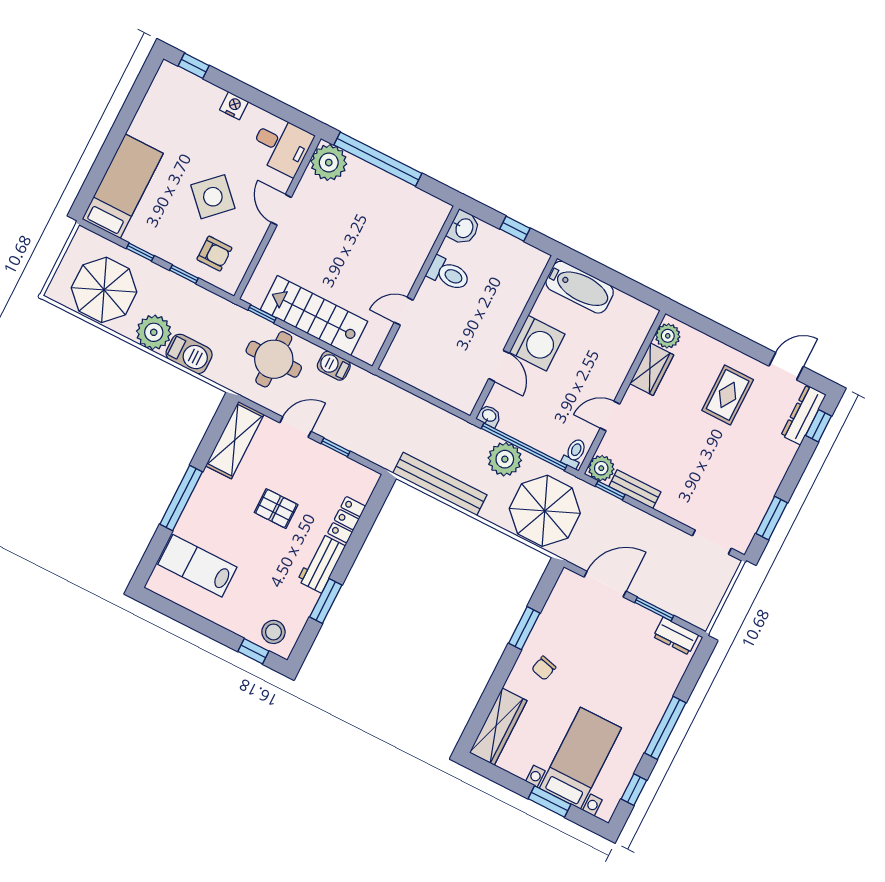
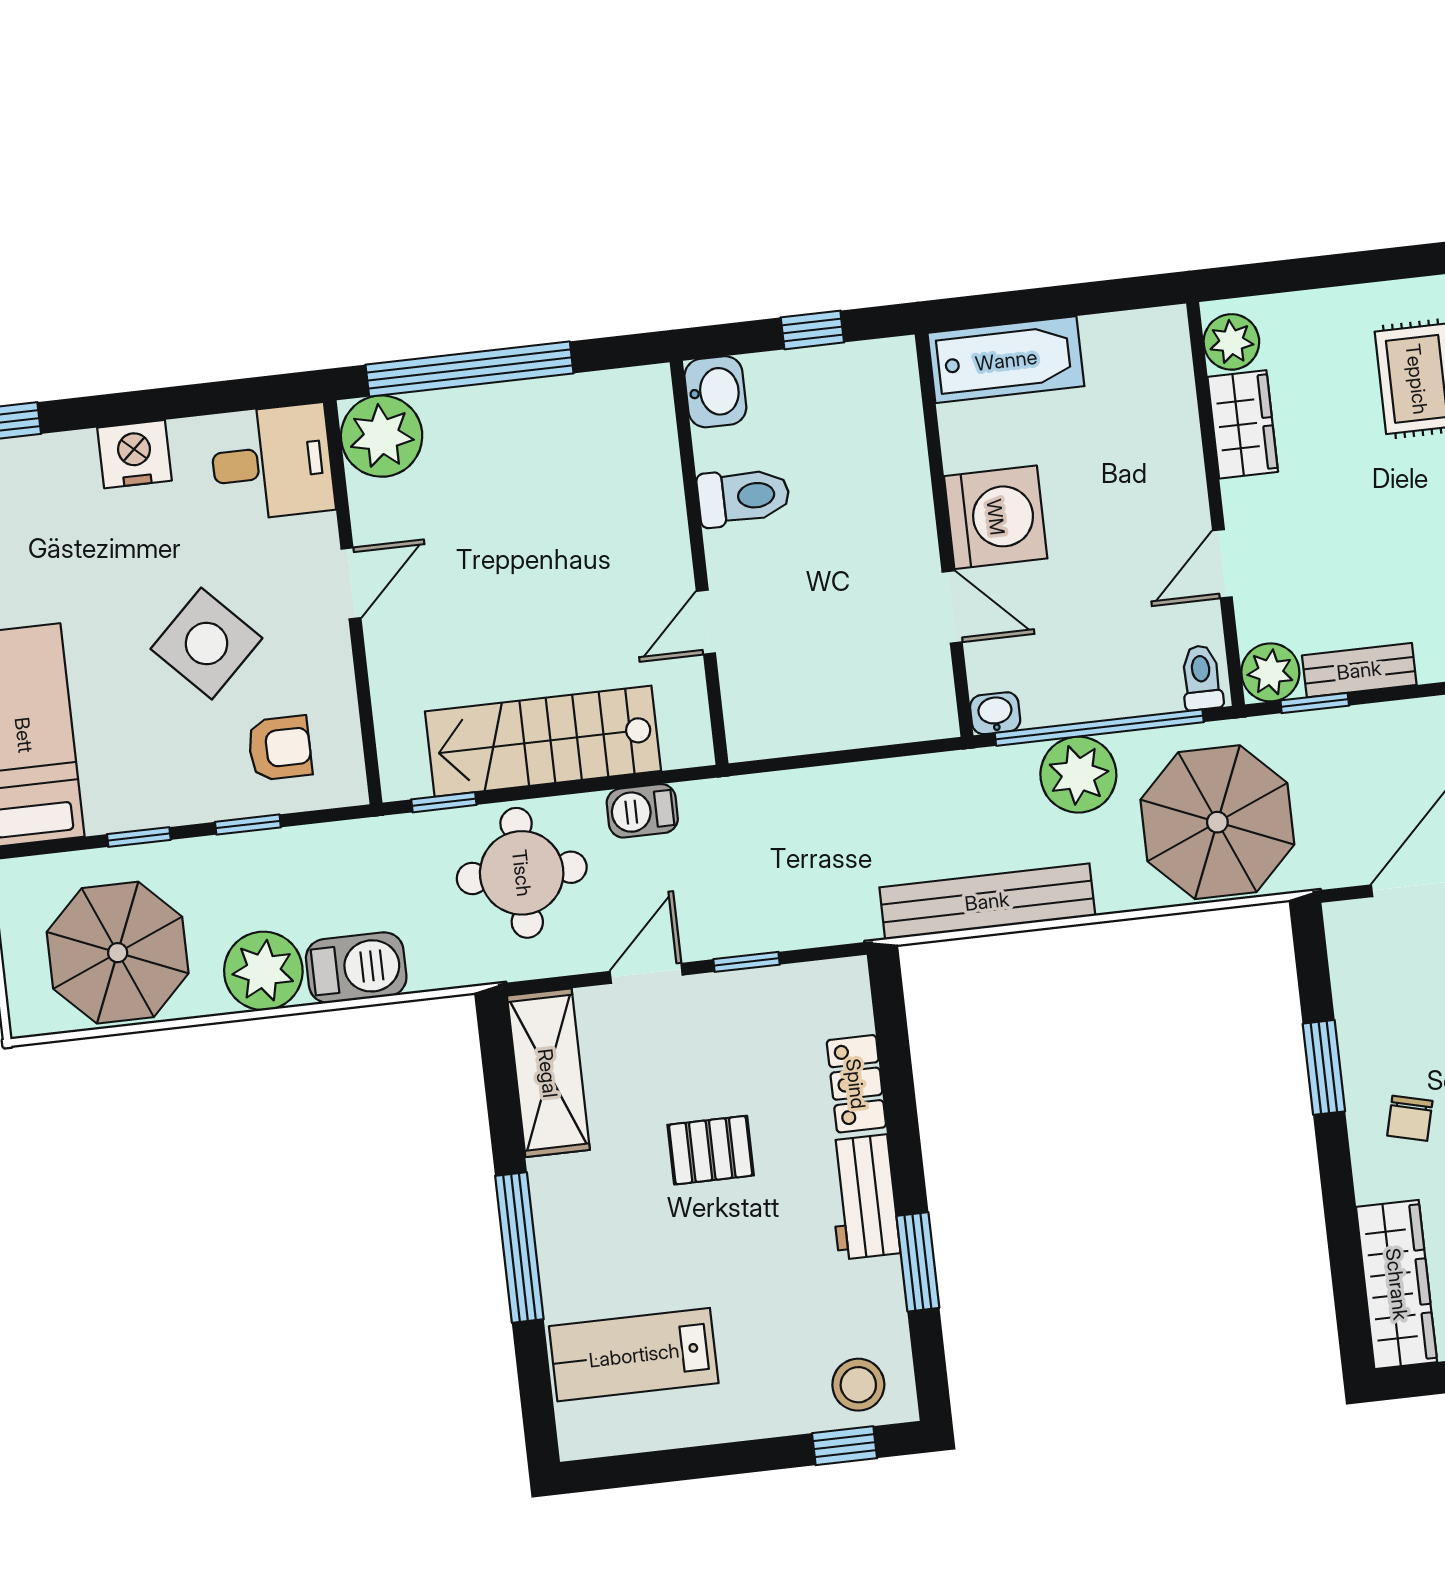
nightstand: (234, 106) -> (135, 454), width x1.36, depth x1.33
door: (281, 210) -> (351, 583), swing flipped

